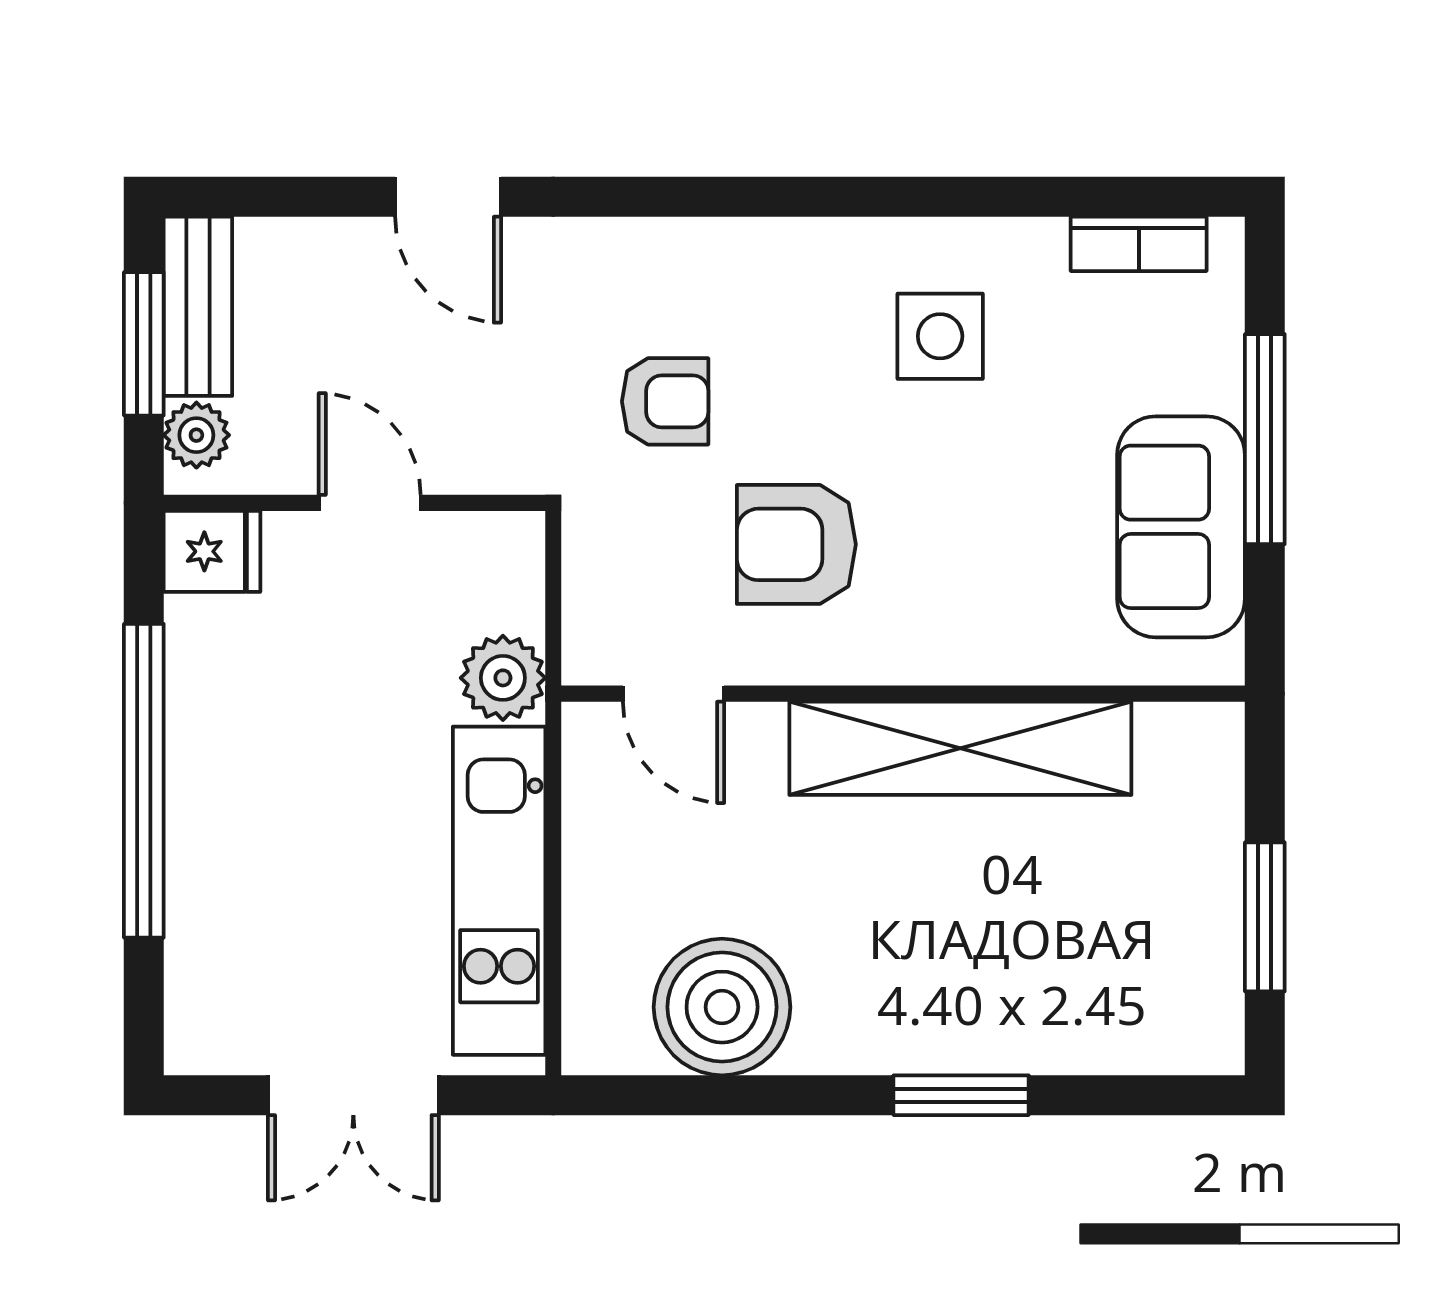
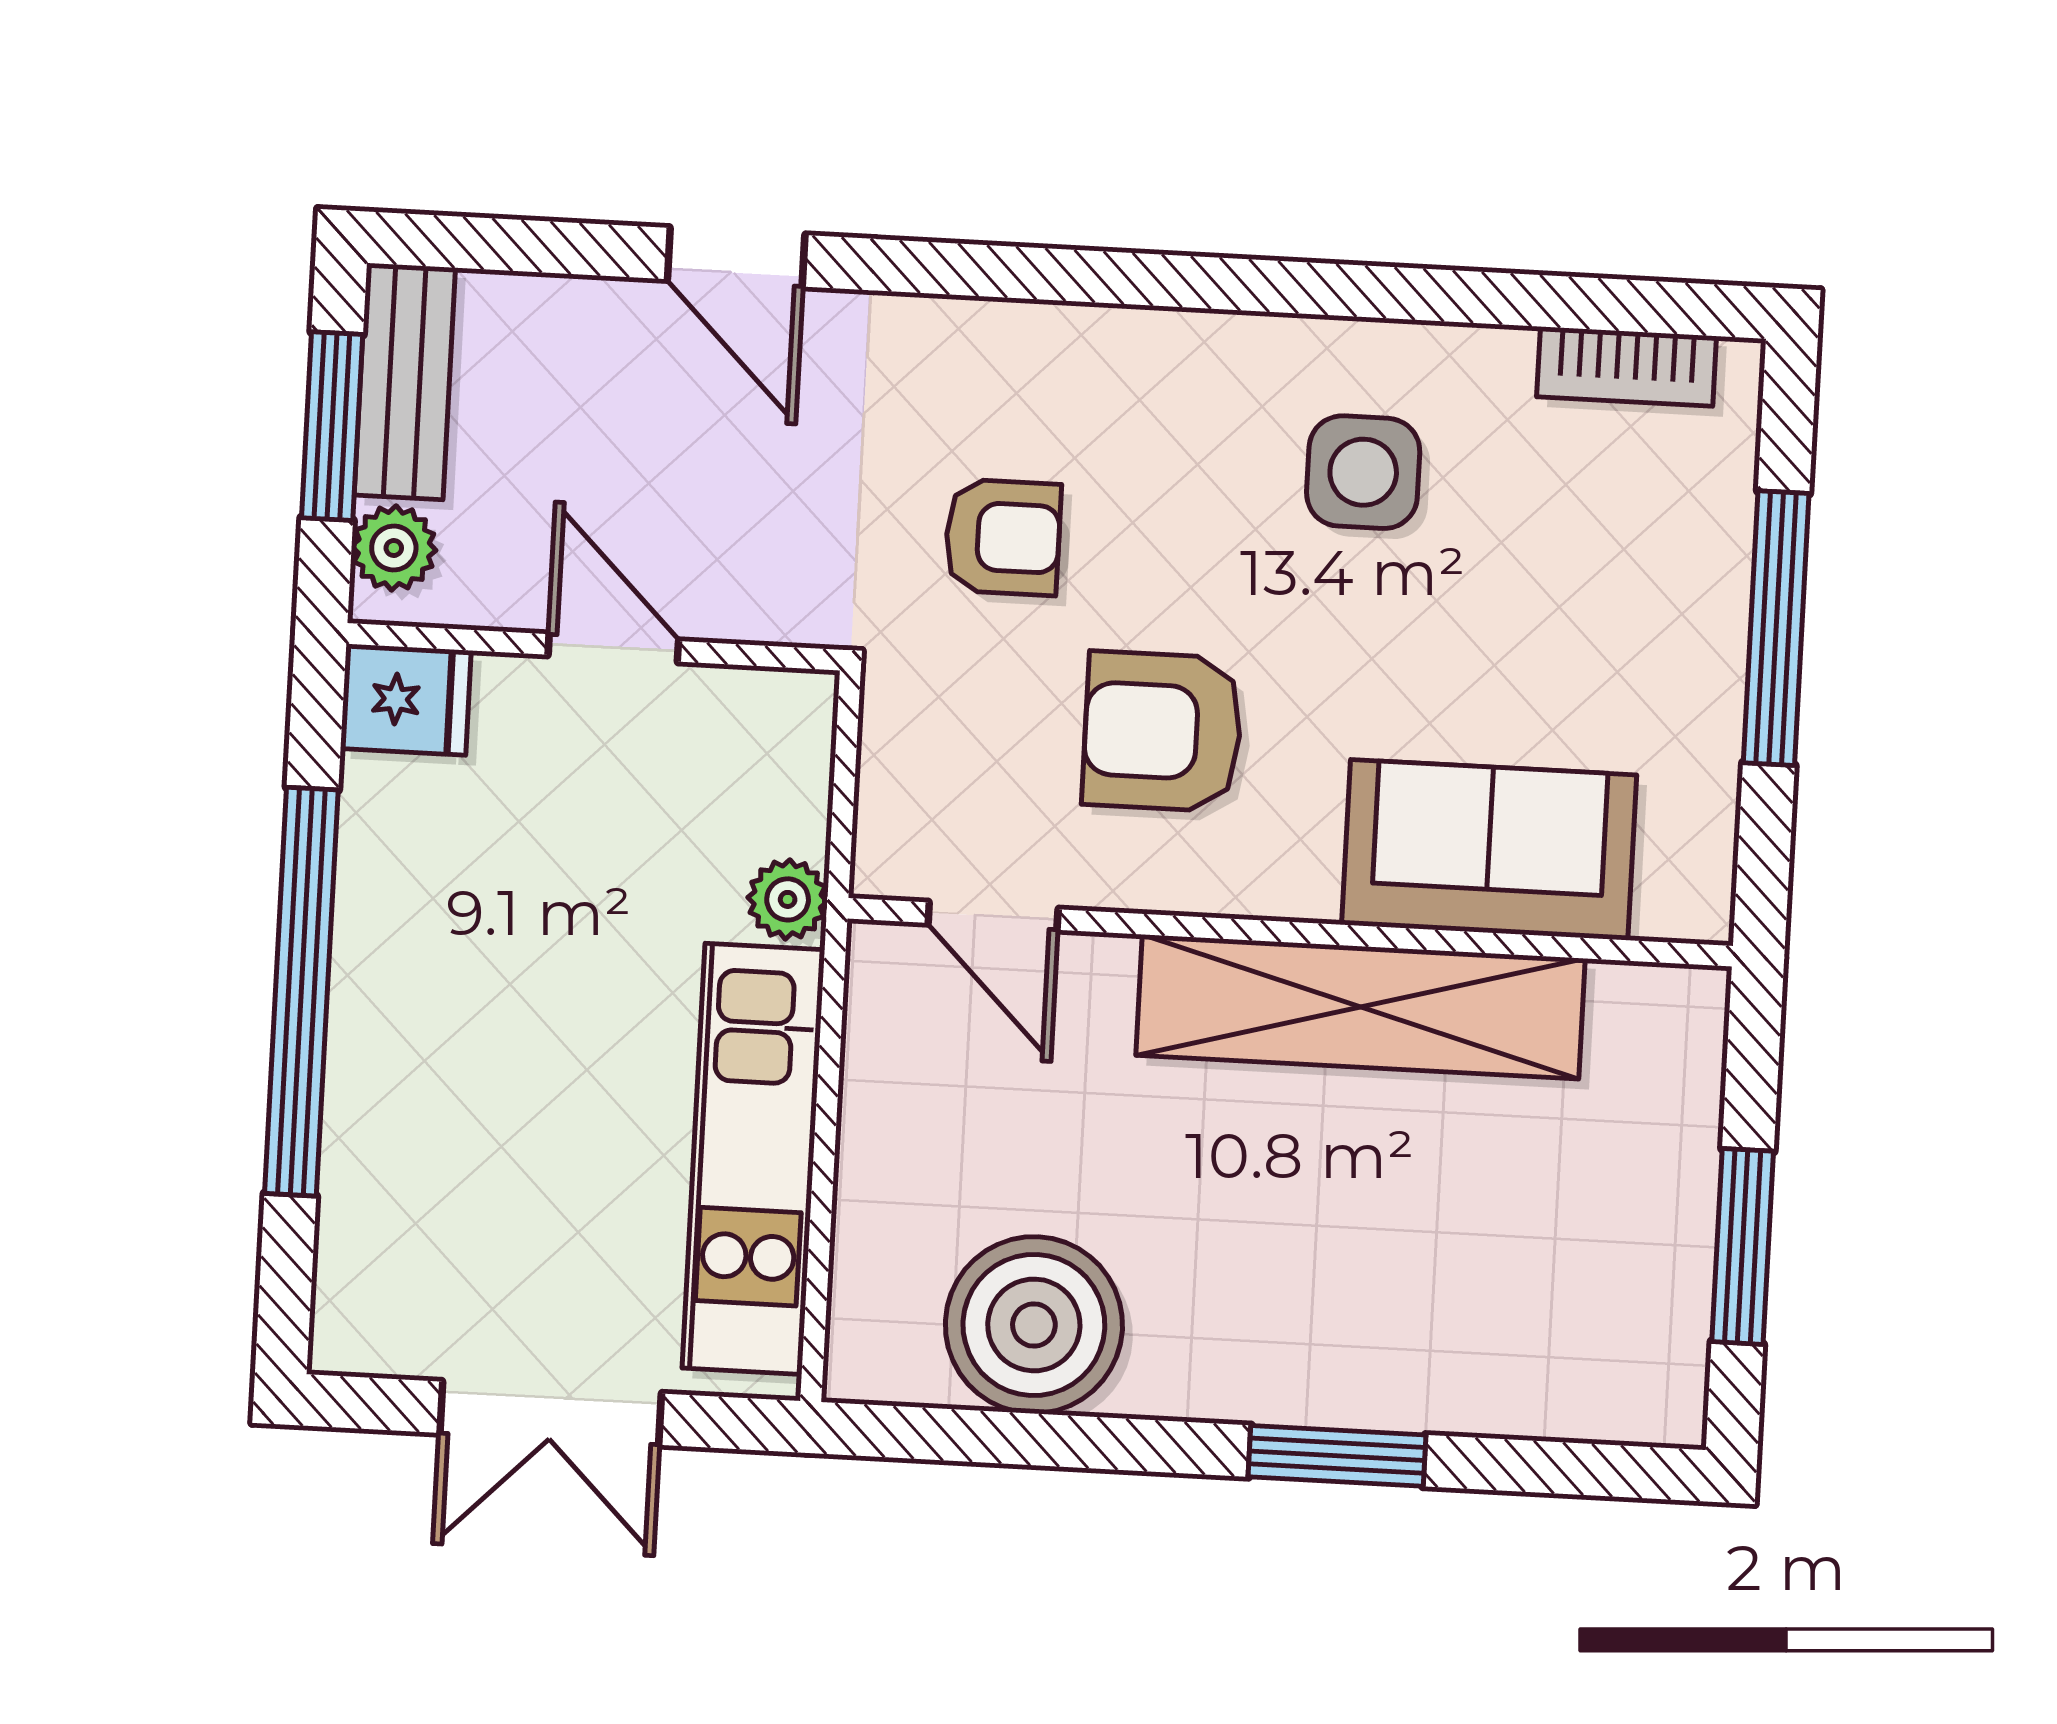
sofa: (1181, 527) -> (1489, 850), moved, turned 90
plant: (503, 678) -> (788, 899), width x0.73, depth x0.73

